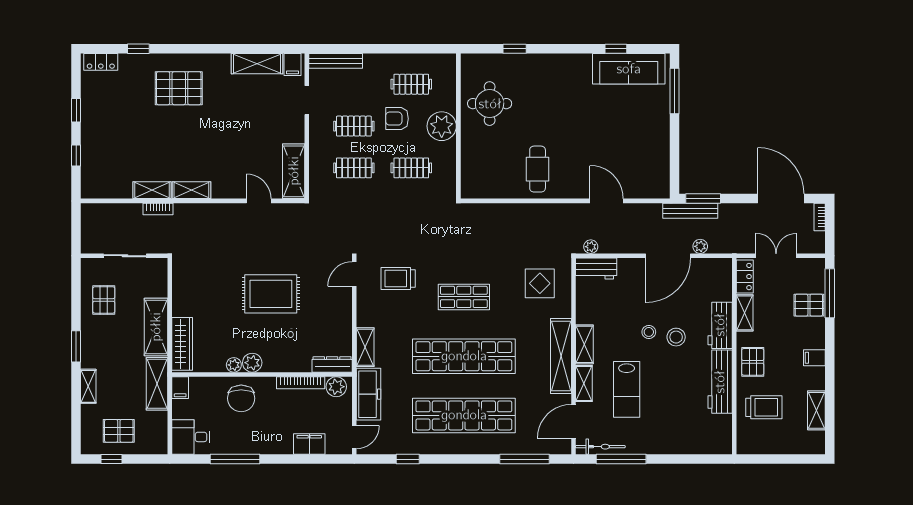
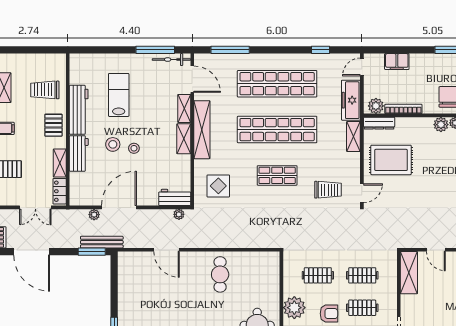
rug: (271, 294) -> (391, 160), moved
lab bench: (627, 389) -> (119, 95), moved
door: (573, 421) -> (192, 79), hinge flipped

